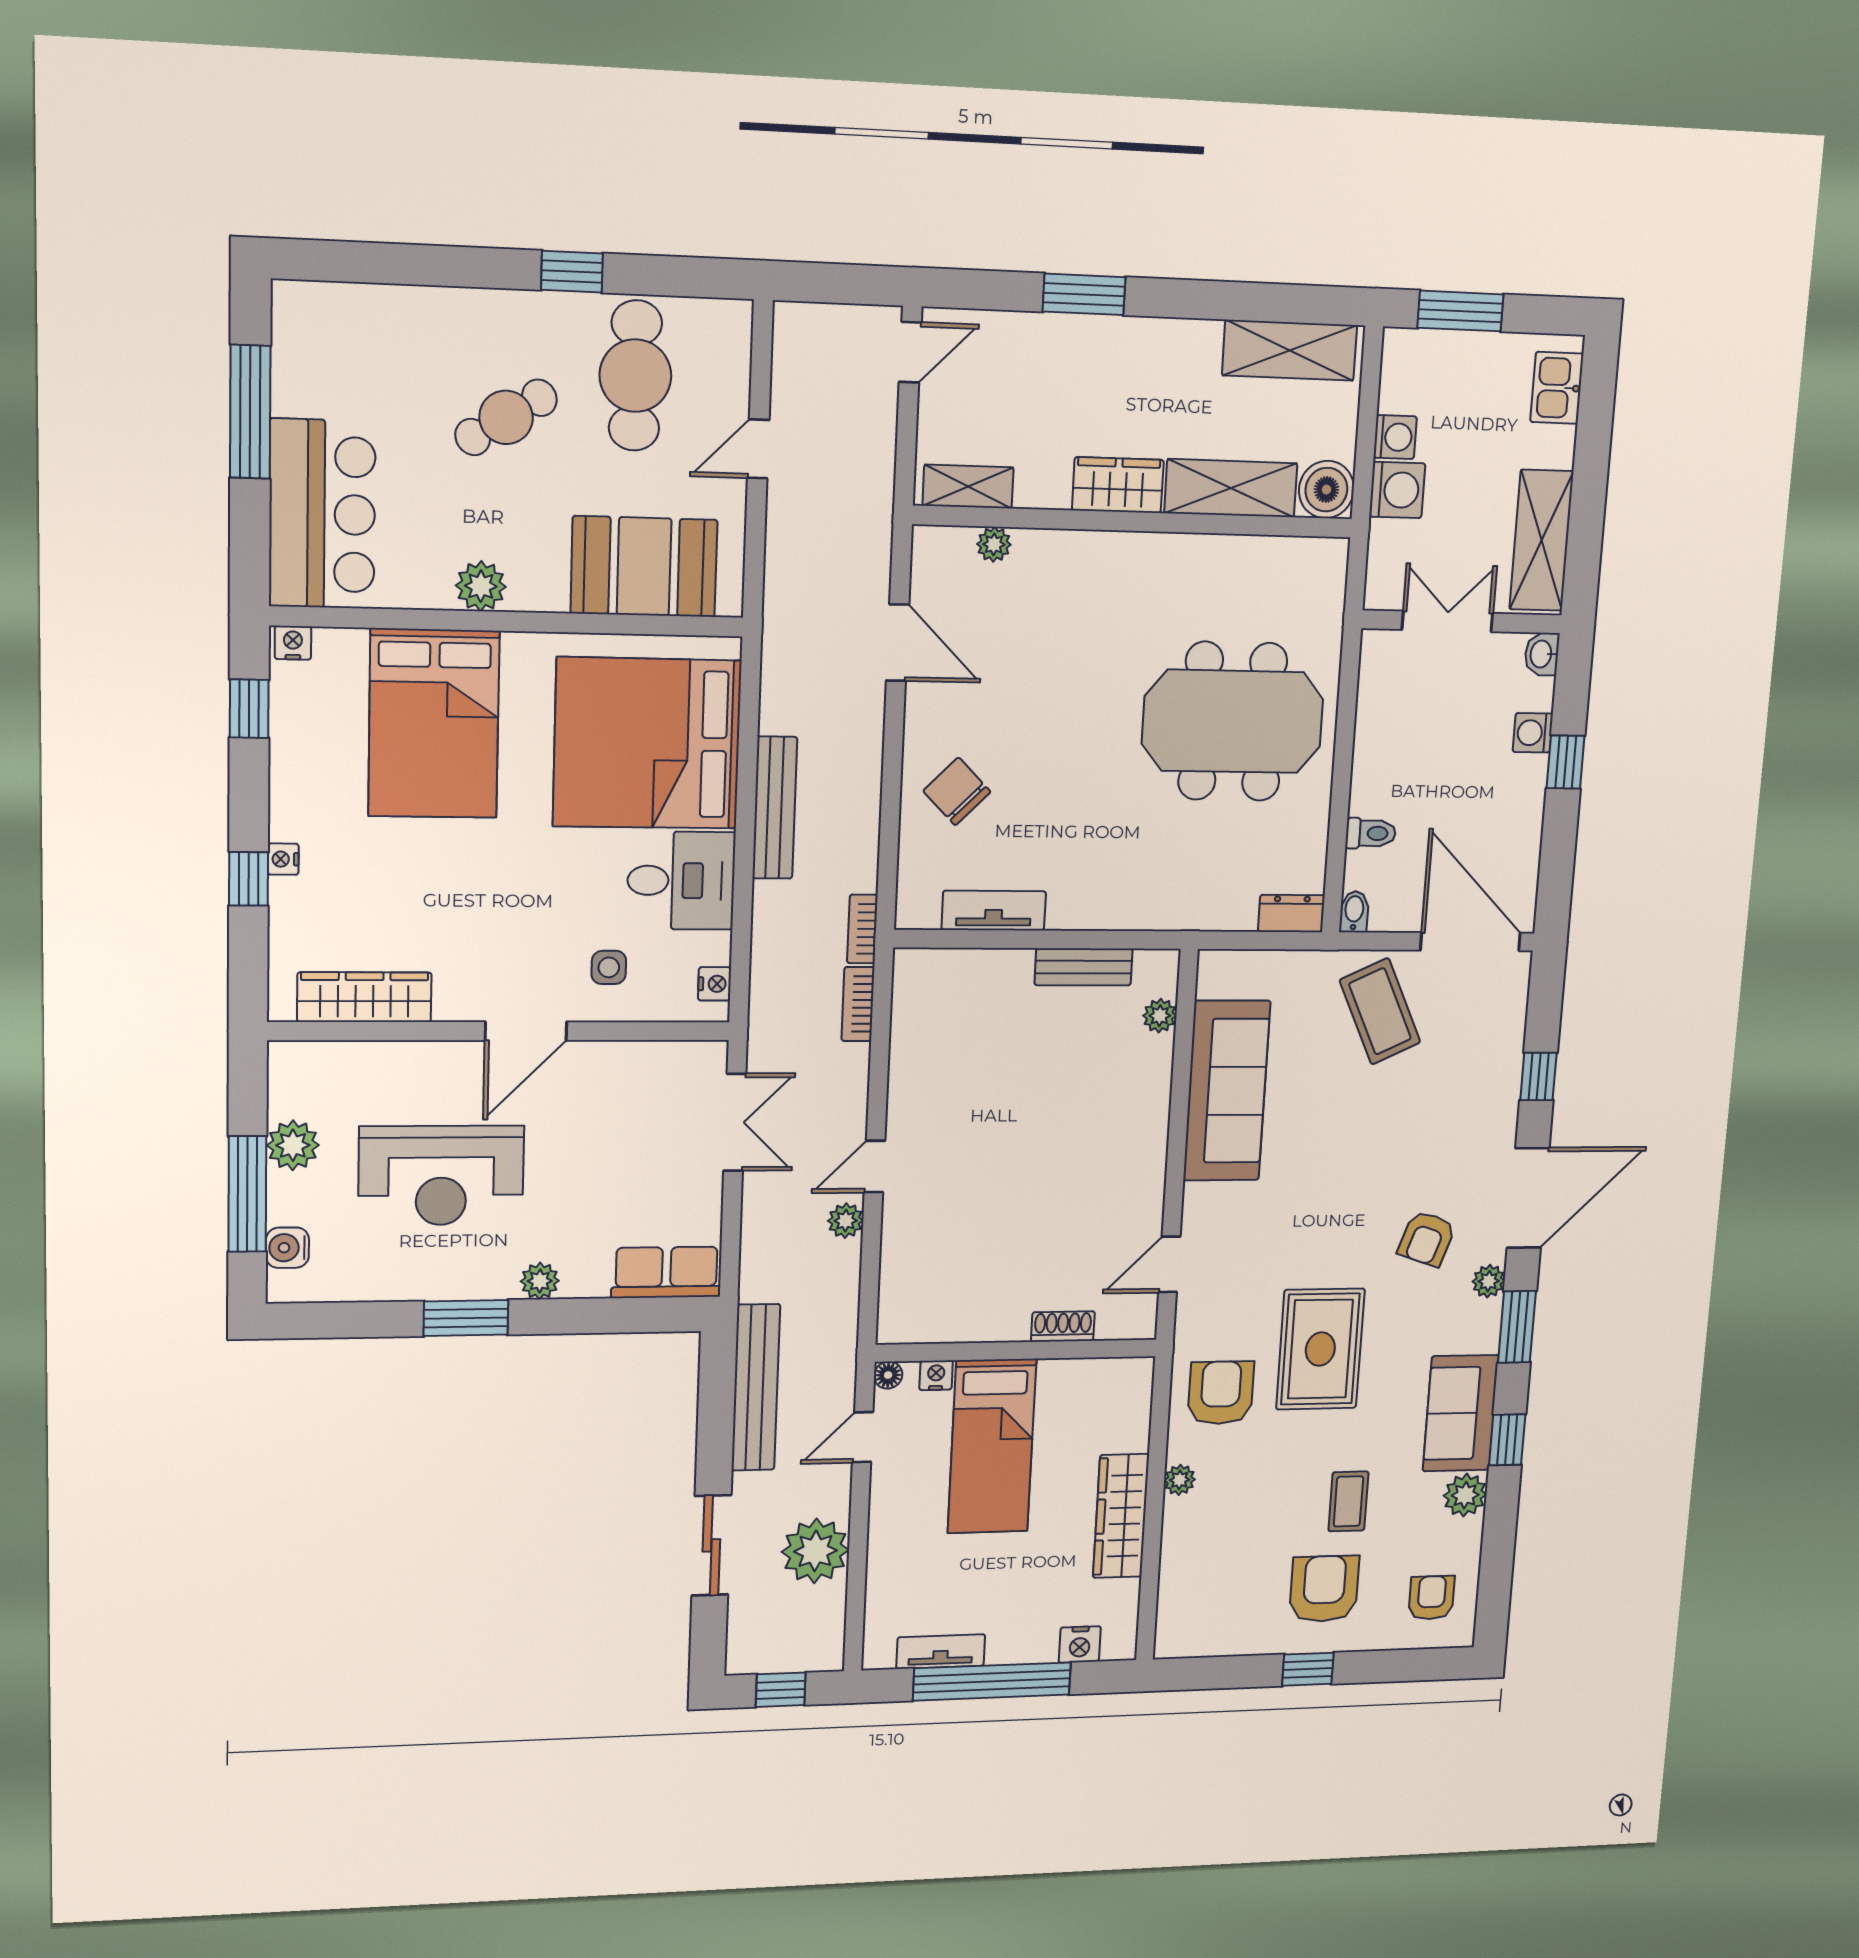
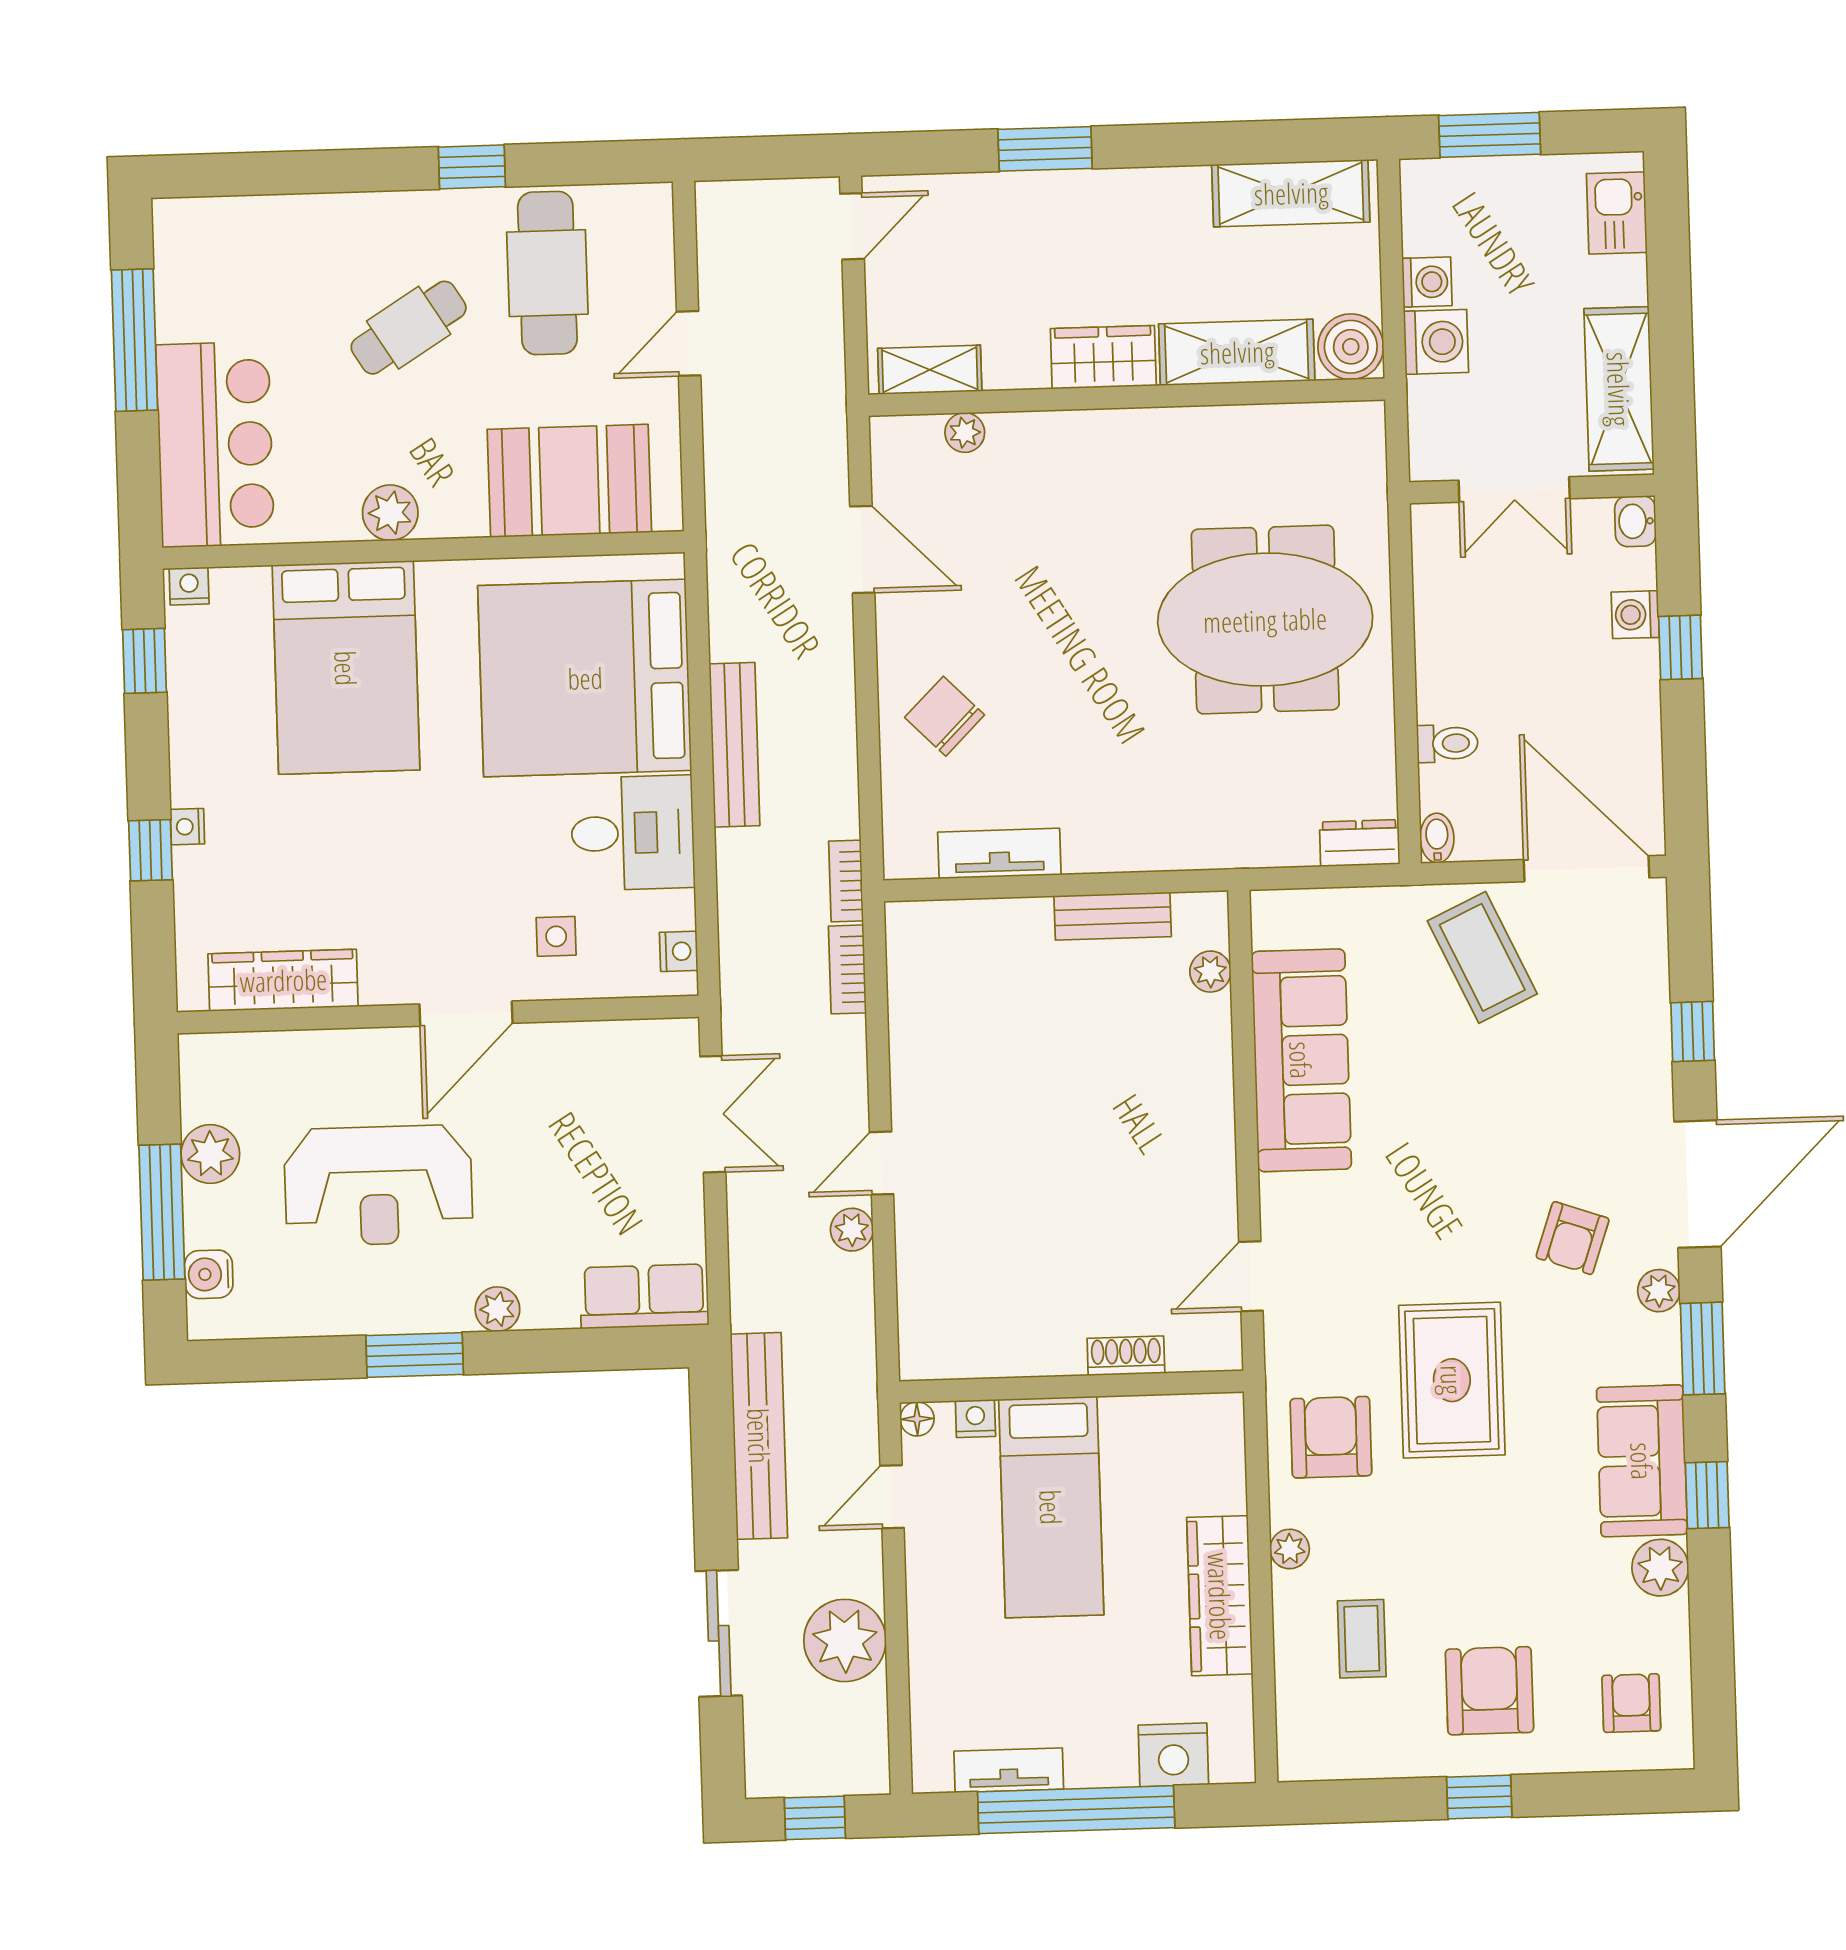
double door: (1447, 621) -> (1514, 489), swing flipped
coffee table: (1348, 1501) -> (1362, 1639), moved
nightstand: (1080, 1644) -> (1173, 1755), width x1.36, depth x1.33

